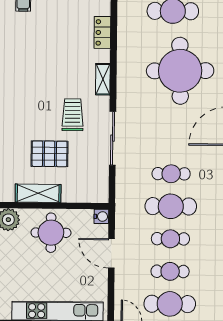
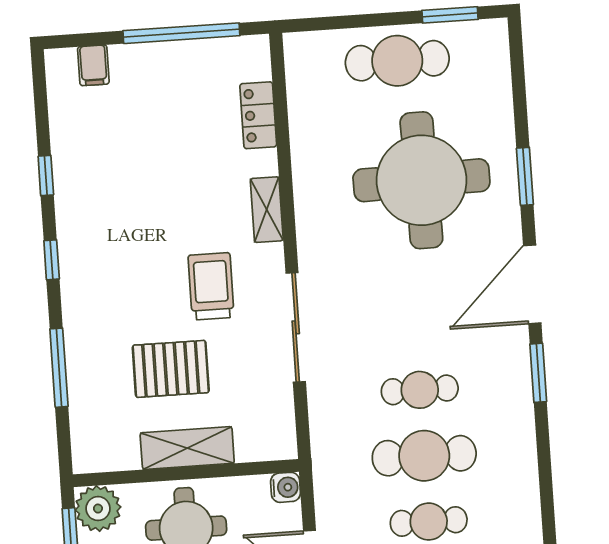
shelving: (38, 193) -> (187, 448), moved

